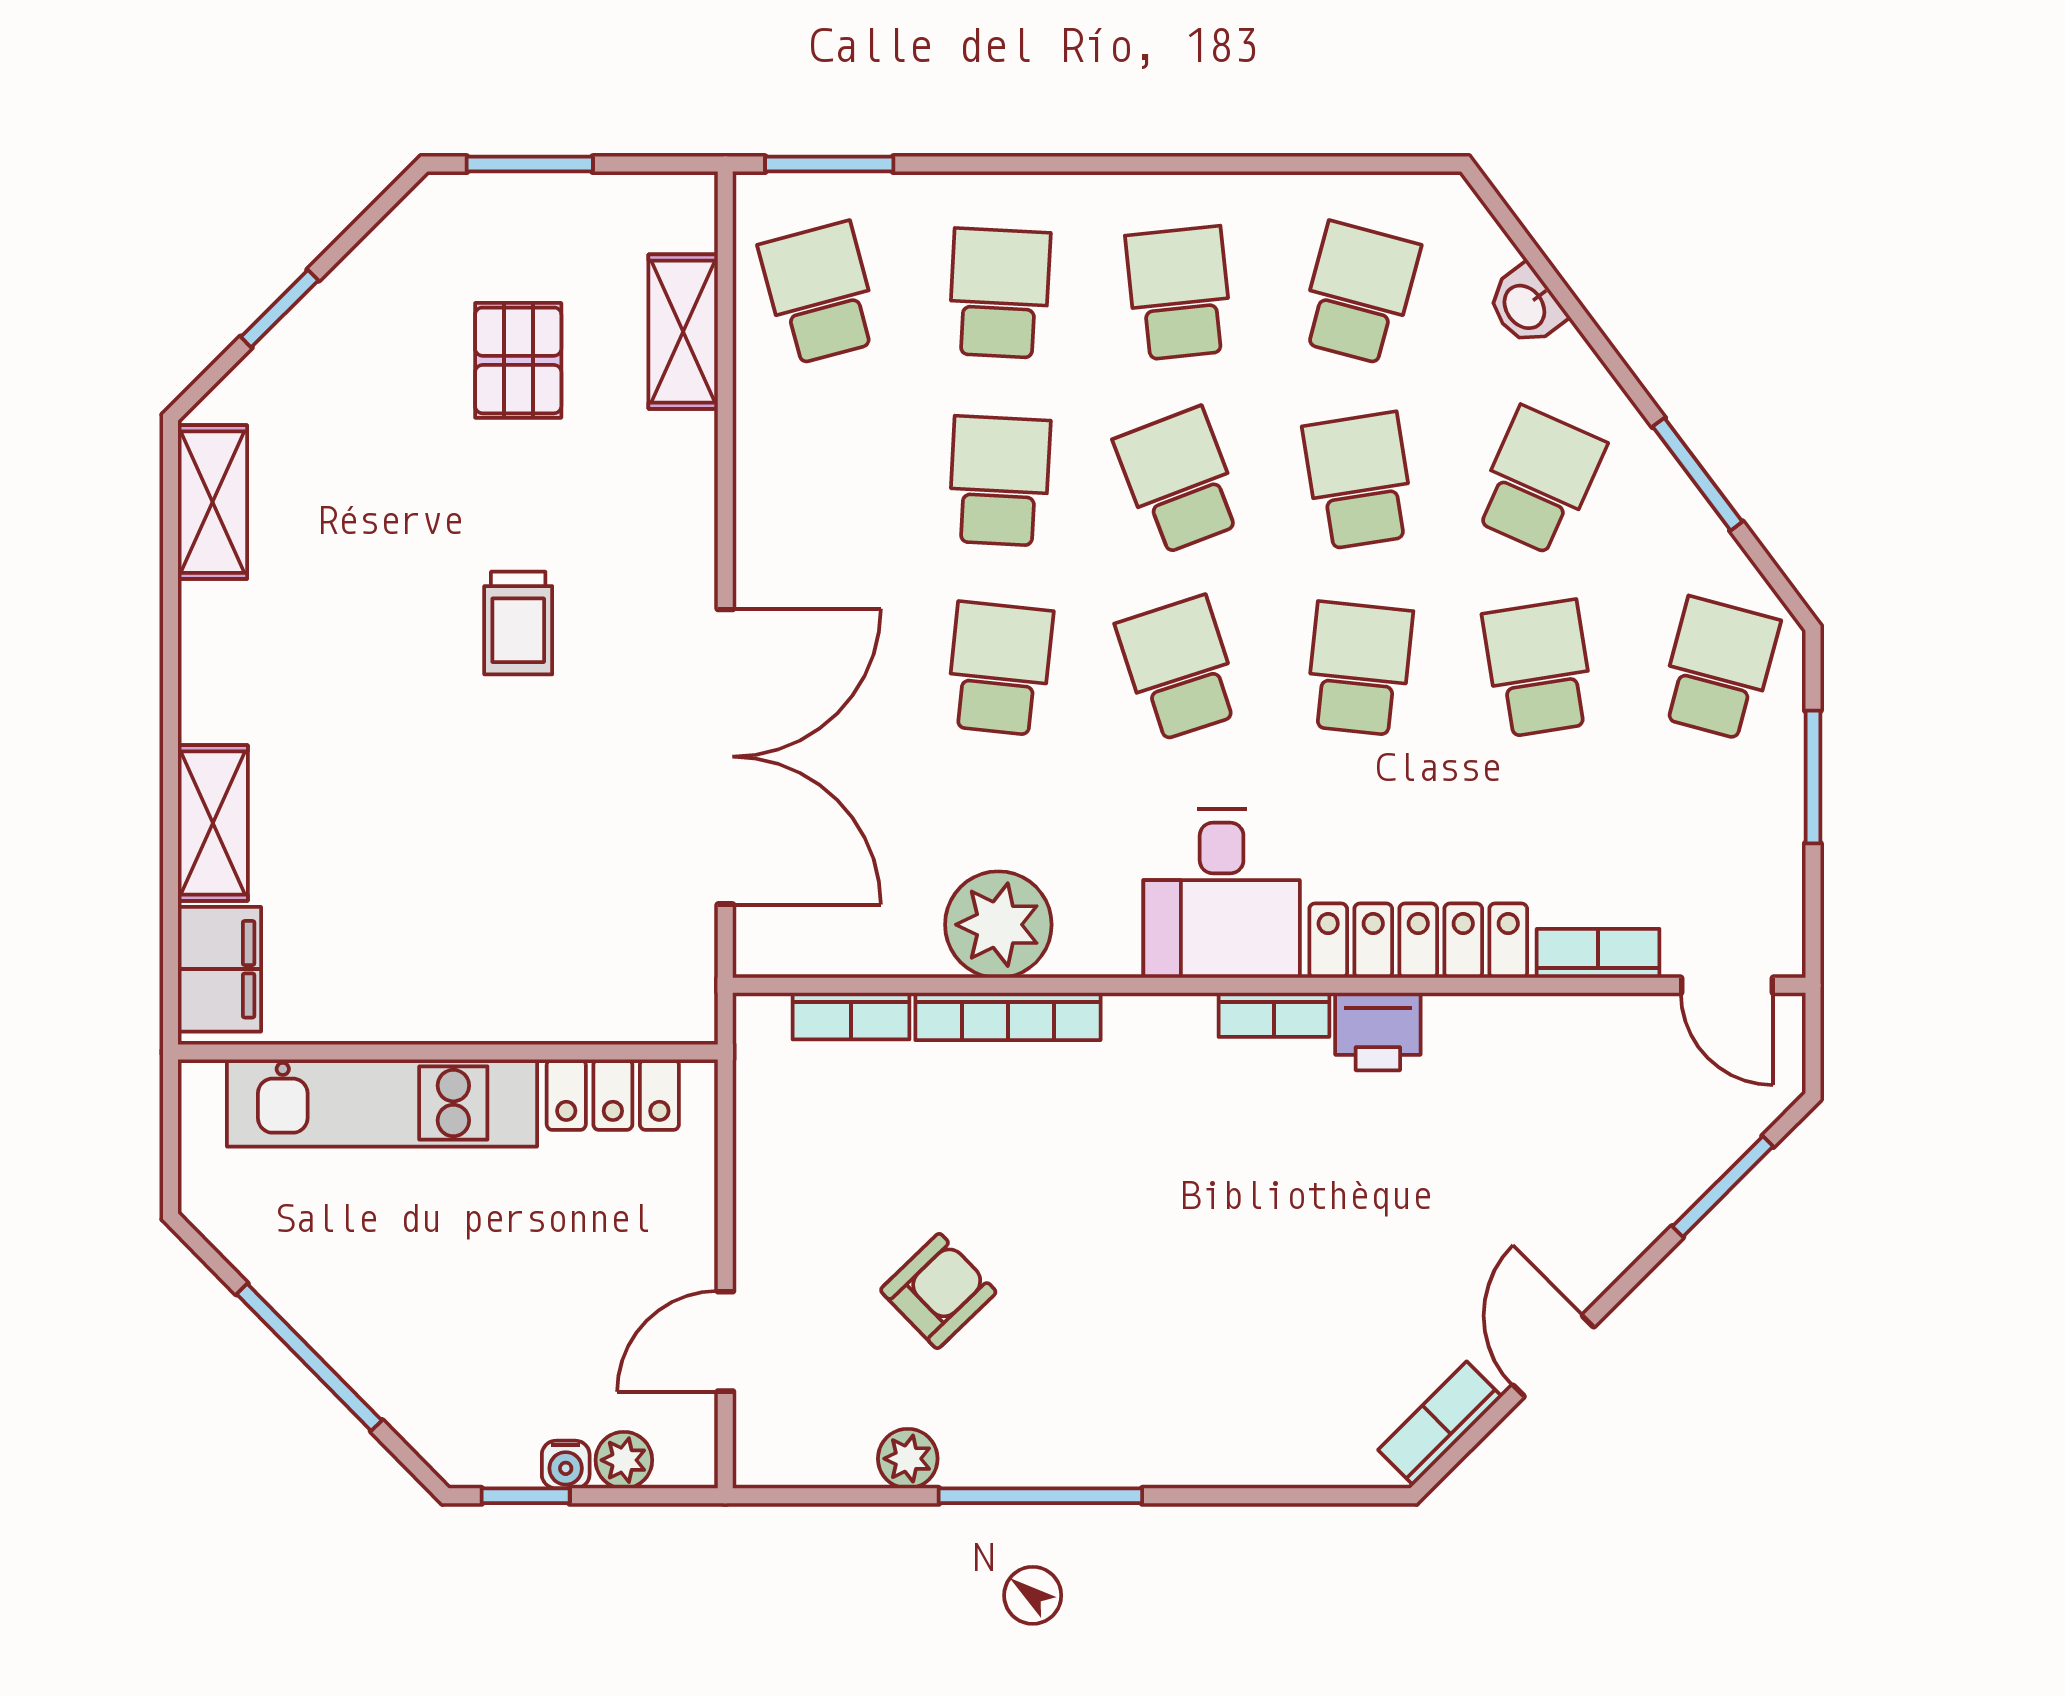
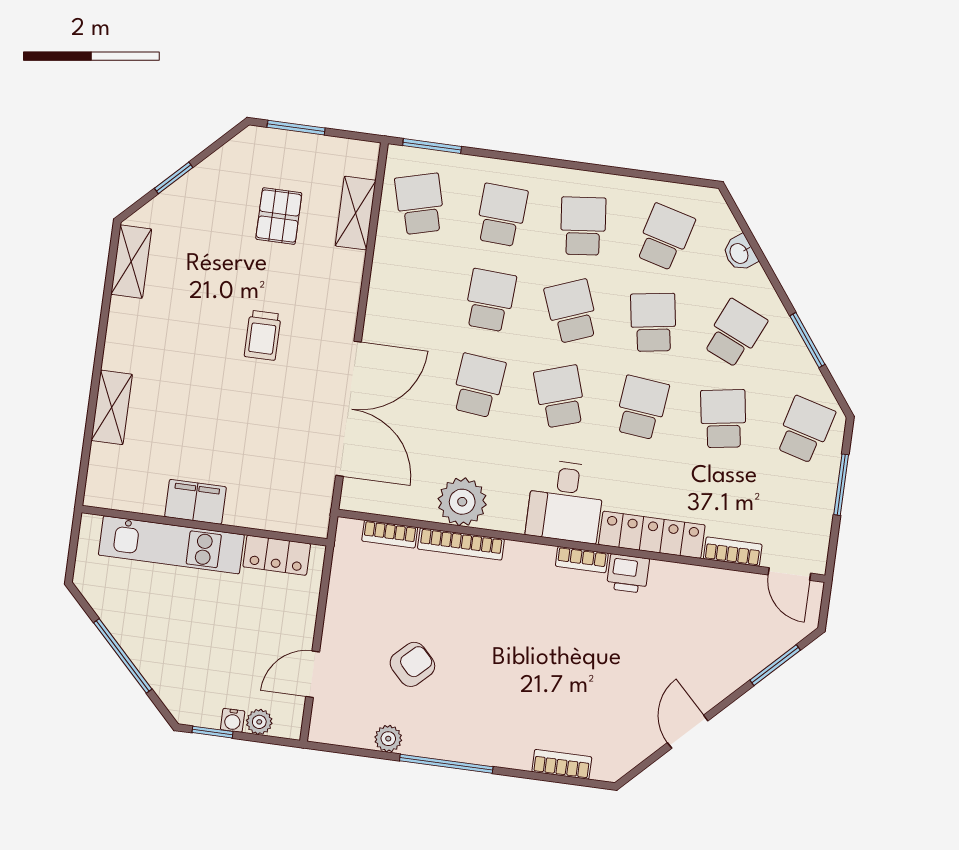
filing cabinet: (219, 969) -> (195, 502), moved, turned -90
bookcase: (1440, 1423) -> (562, 764), moved, turned 45

